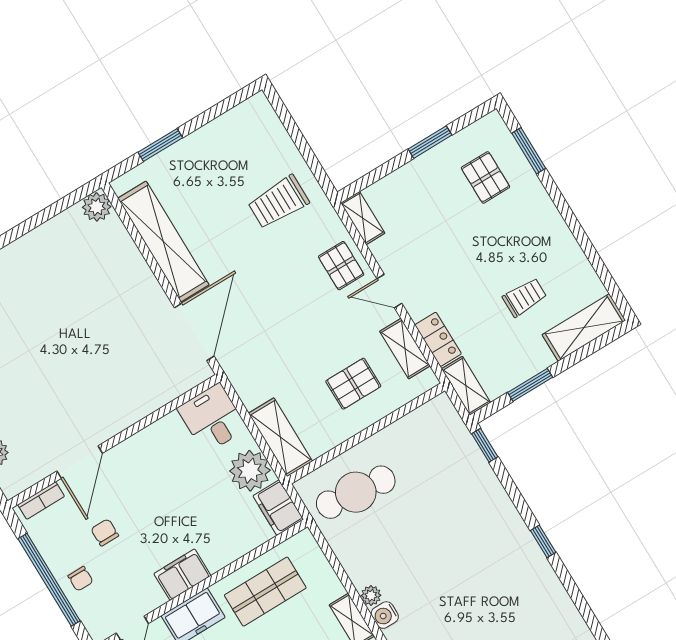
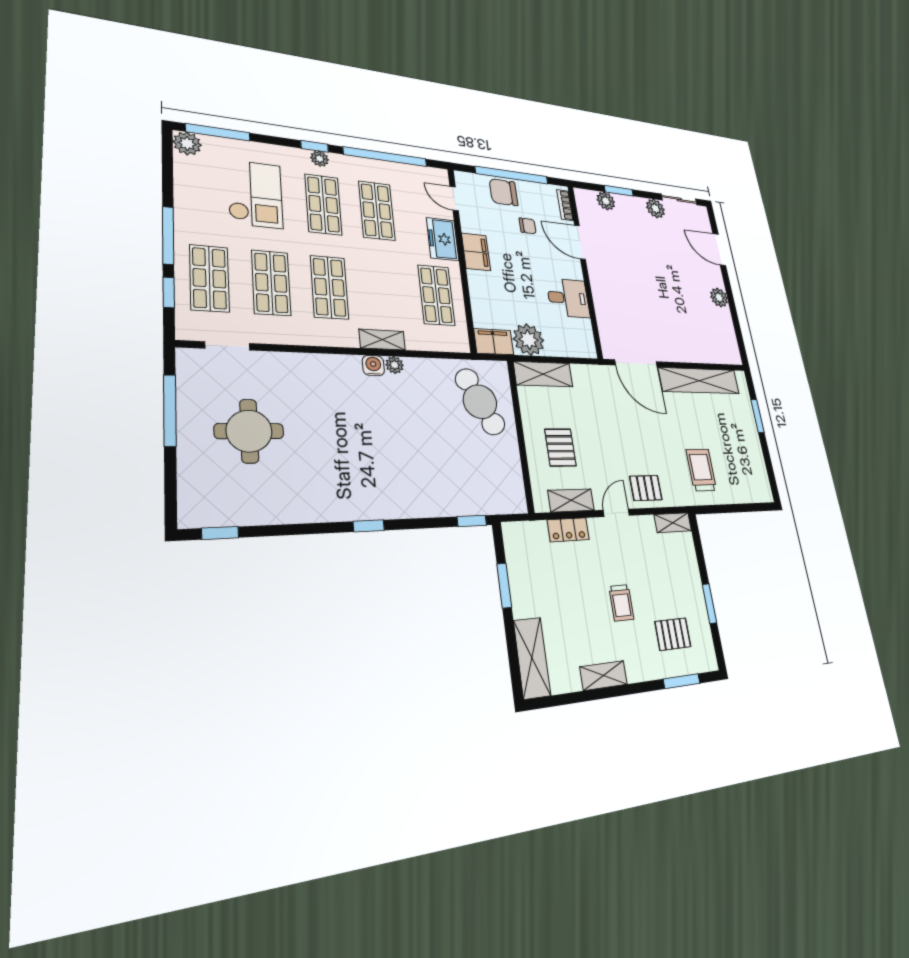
plant: (97, 207) -> (719, 297), moved
trolley: (525, 297) -> (621, 603), moved
shelving: (466, 386) -> (604, 675), moved
desk: (212, 418) -> (568, 298), moved
cafe table: (356, 492) -> (480, 402), turned -32
chair: (81, 579) -> (504, 192), width x1.87, depth x1.87

